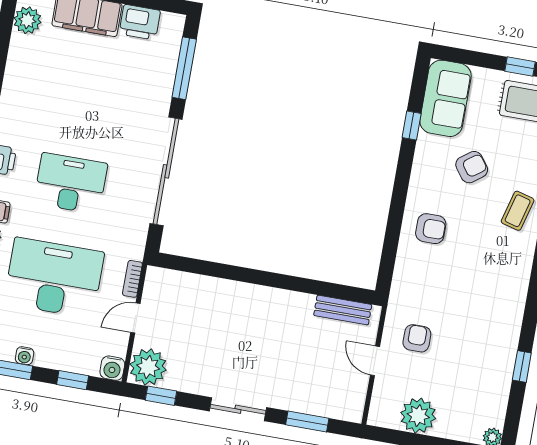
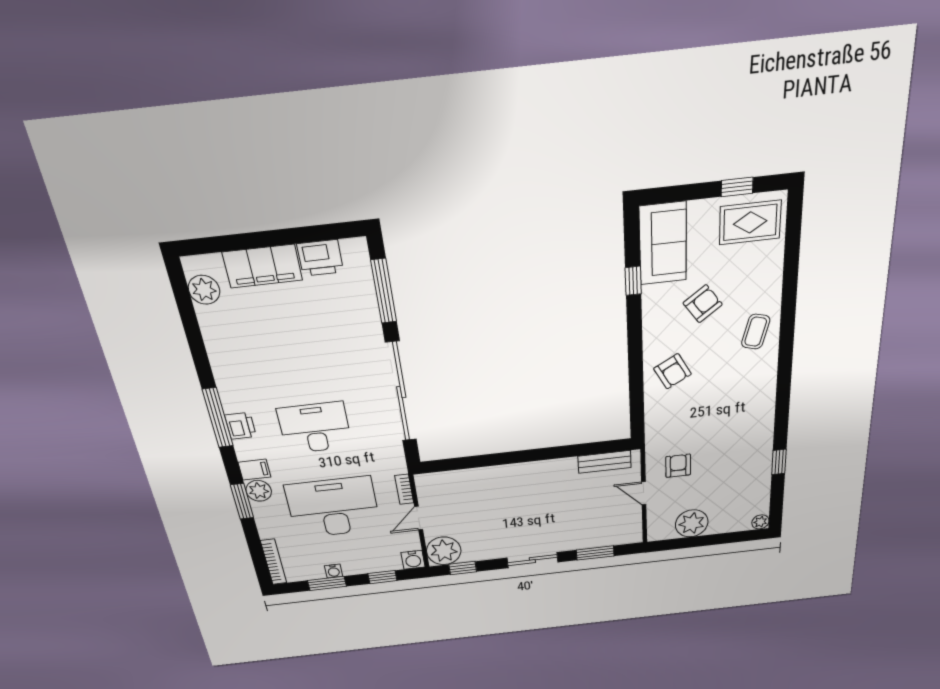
armchair: (431, 229) -> (672, 371), turned 61

